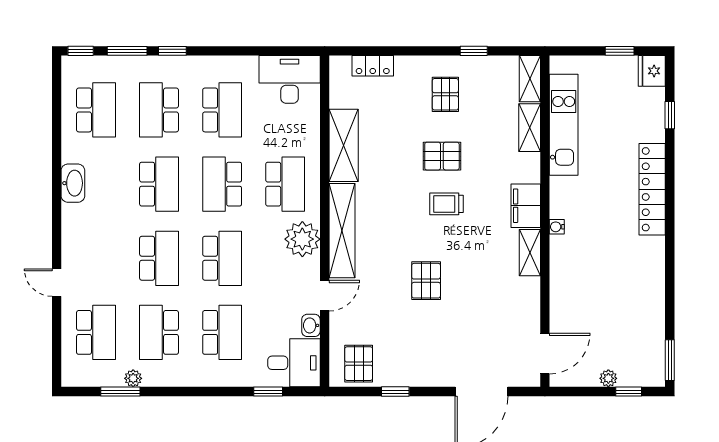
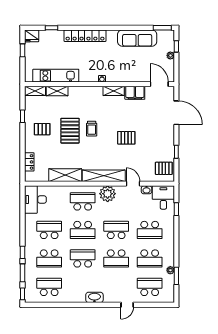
pallet: (442, 156) -> (70, 131), width x1.50, depth x1.42
washbasin: (73, 183) -> (94, 297), moved
filing cabinet: (526, 206) -> (135, 93), moved
school desk: (159, 258) -> (116, 258), turned 180
sofa: (647, 305) -> (137, 38), added
school desk: (222, 332) -> (150, 230), turned 180

